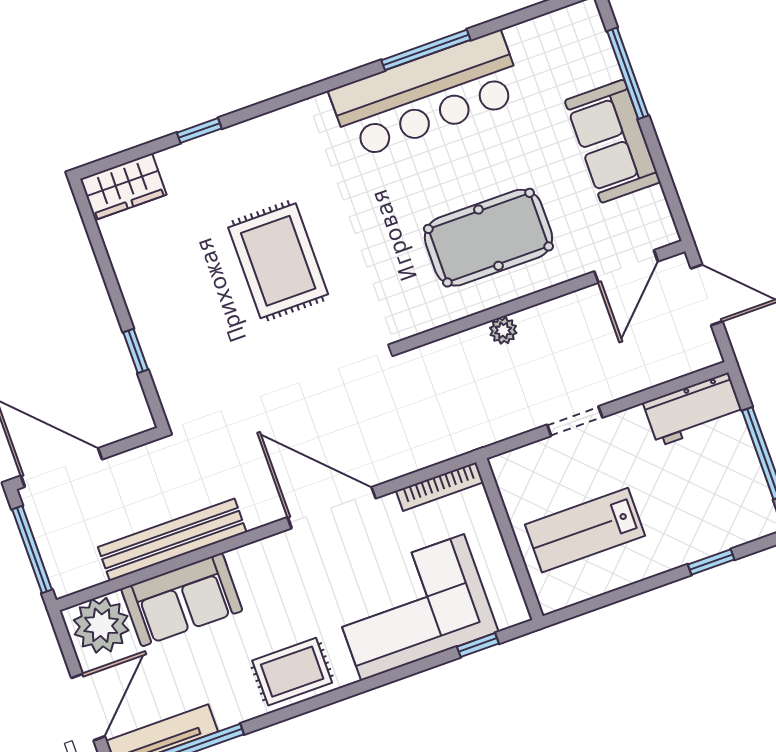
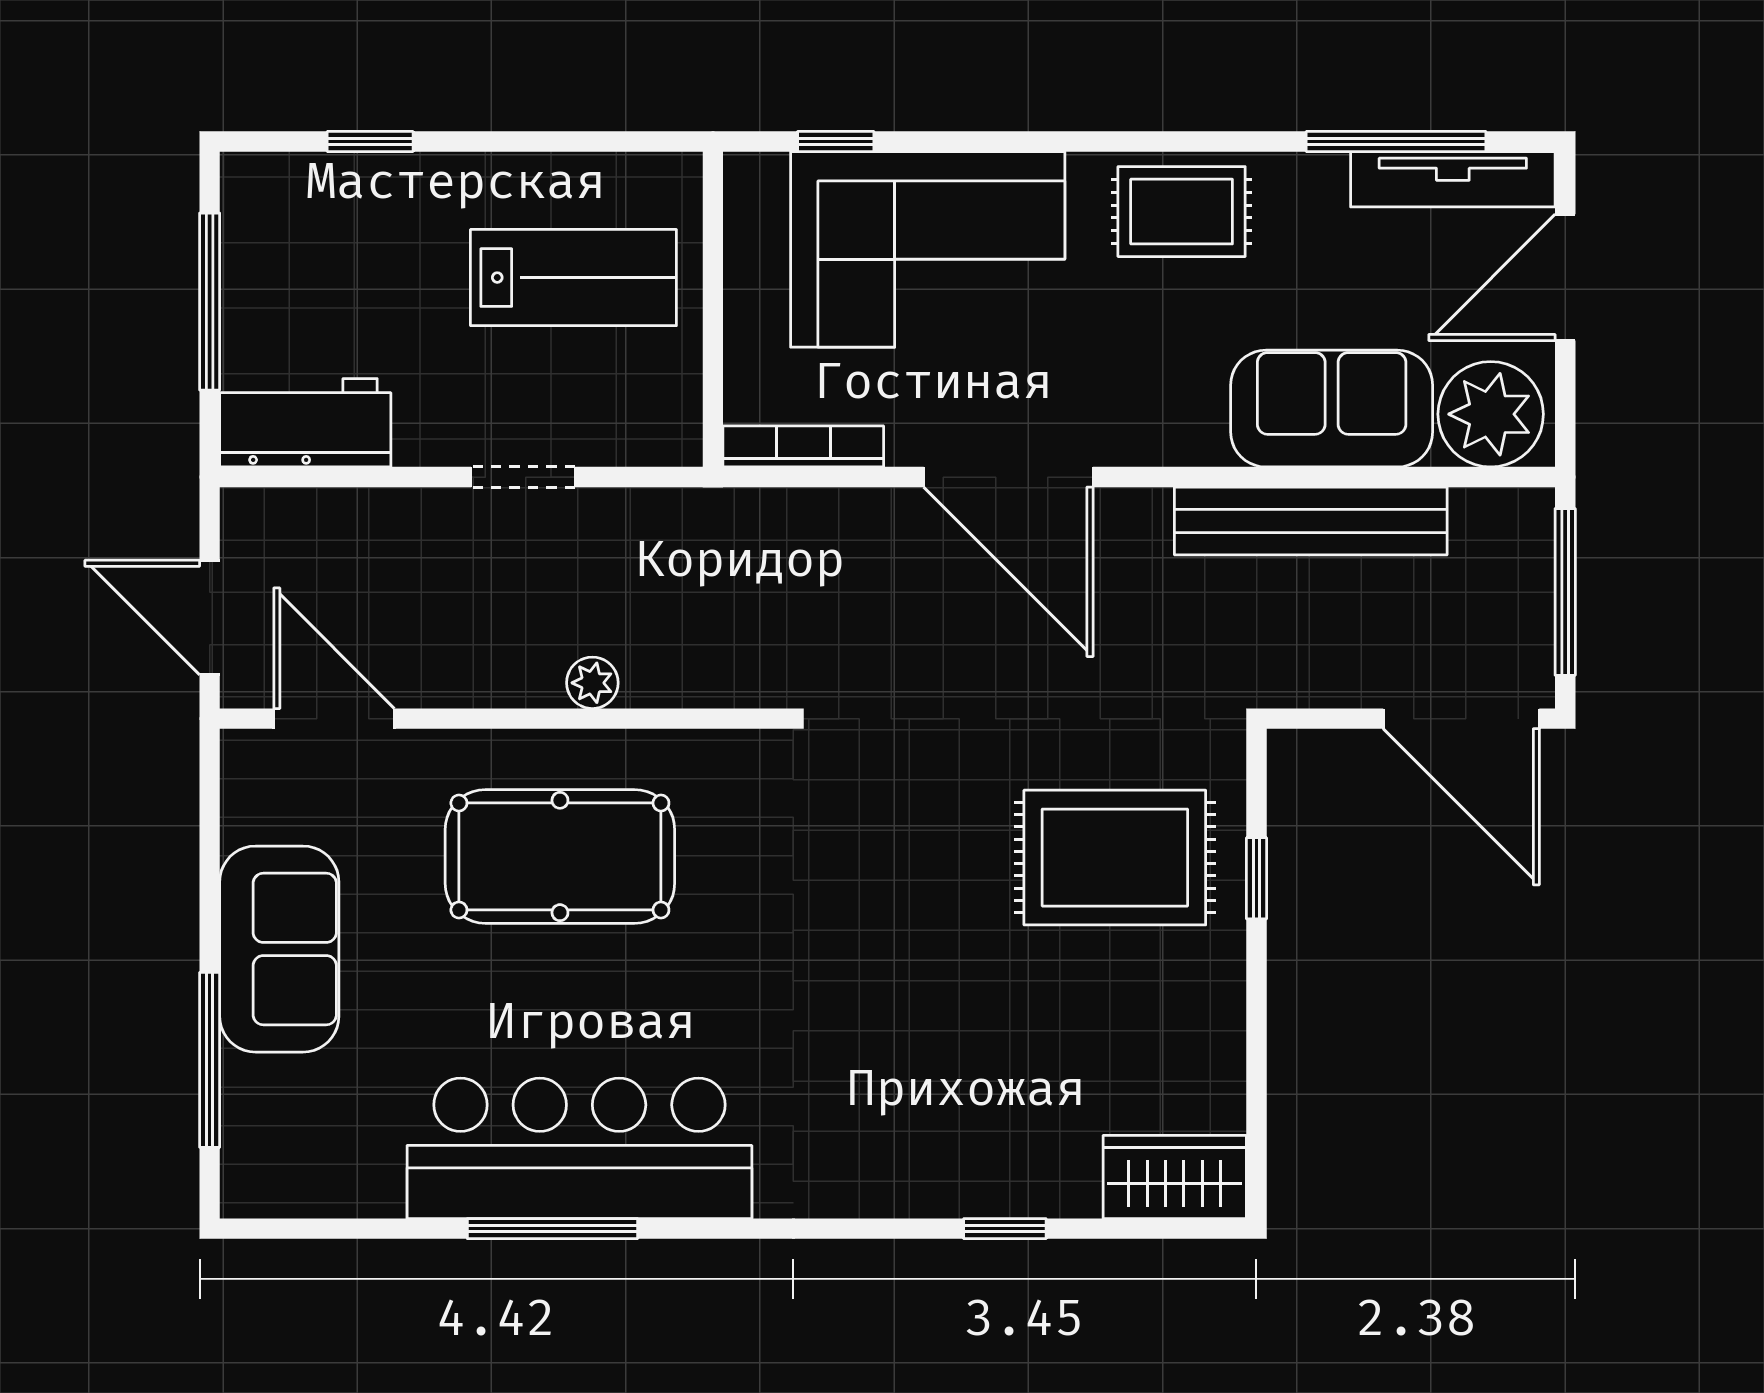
rug: (278, 261) -> (1115, 858), moved, turned 90
door: (626, 266) -> (334, 719), hinge flipped

